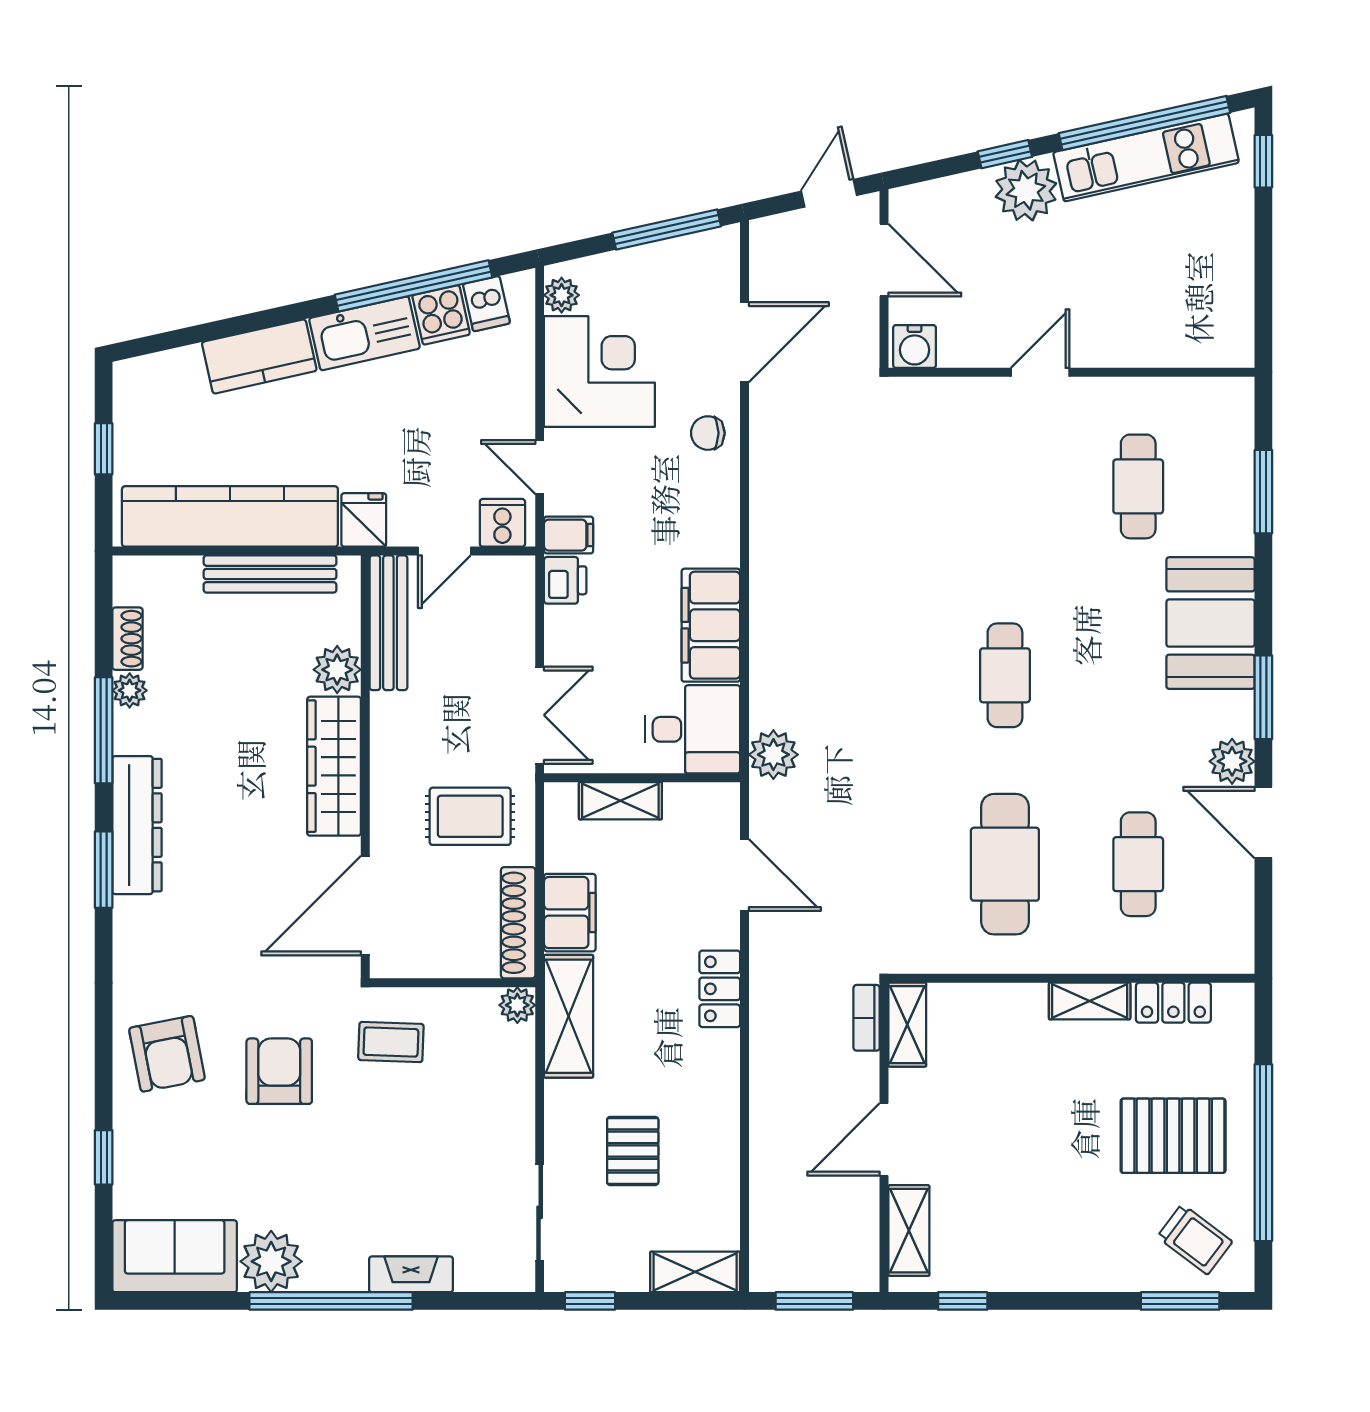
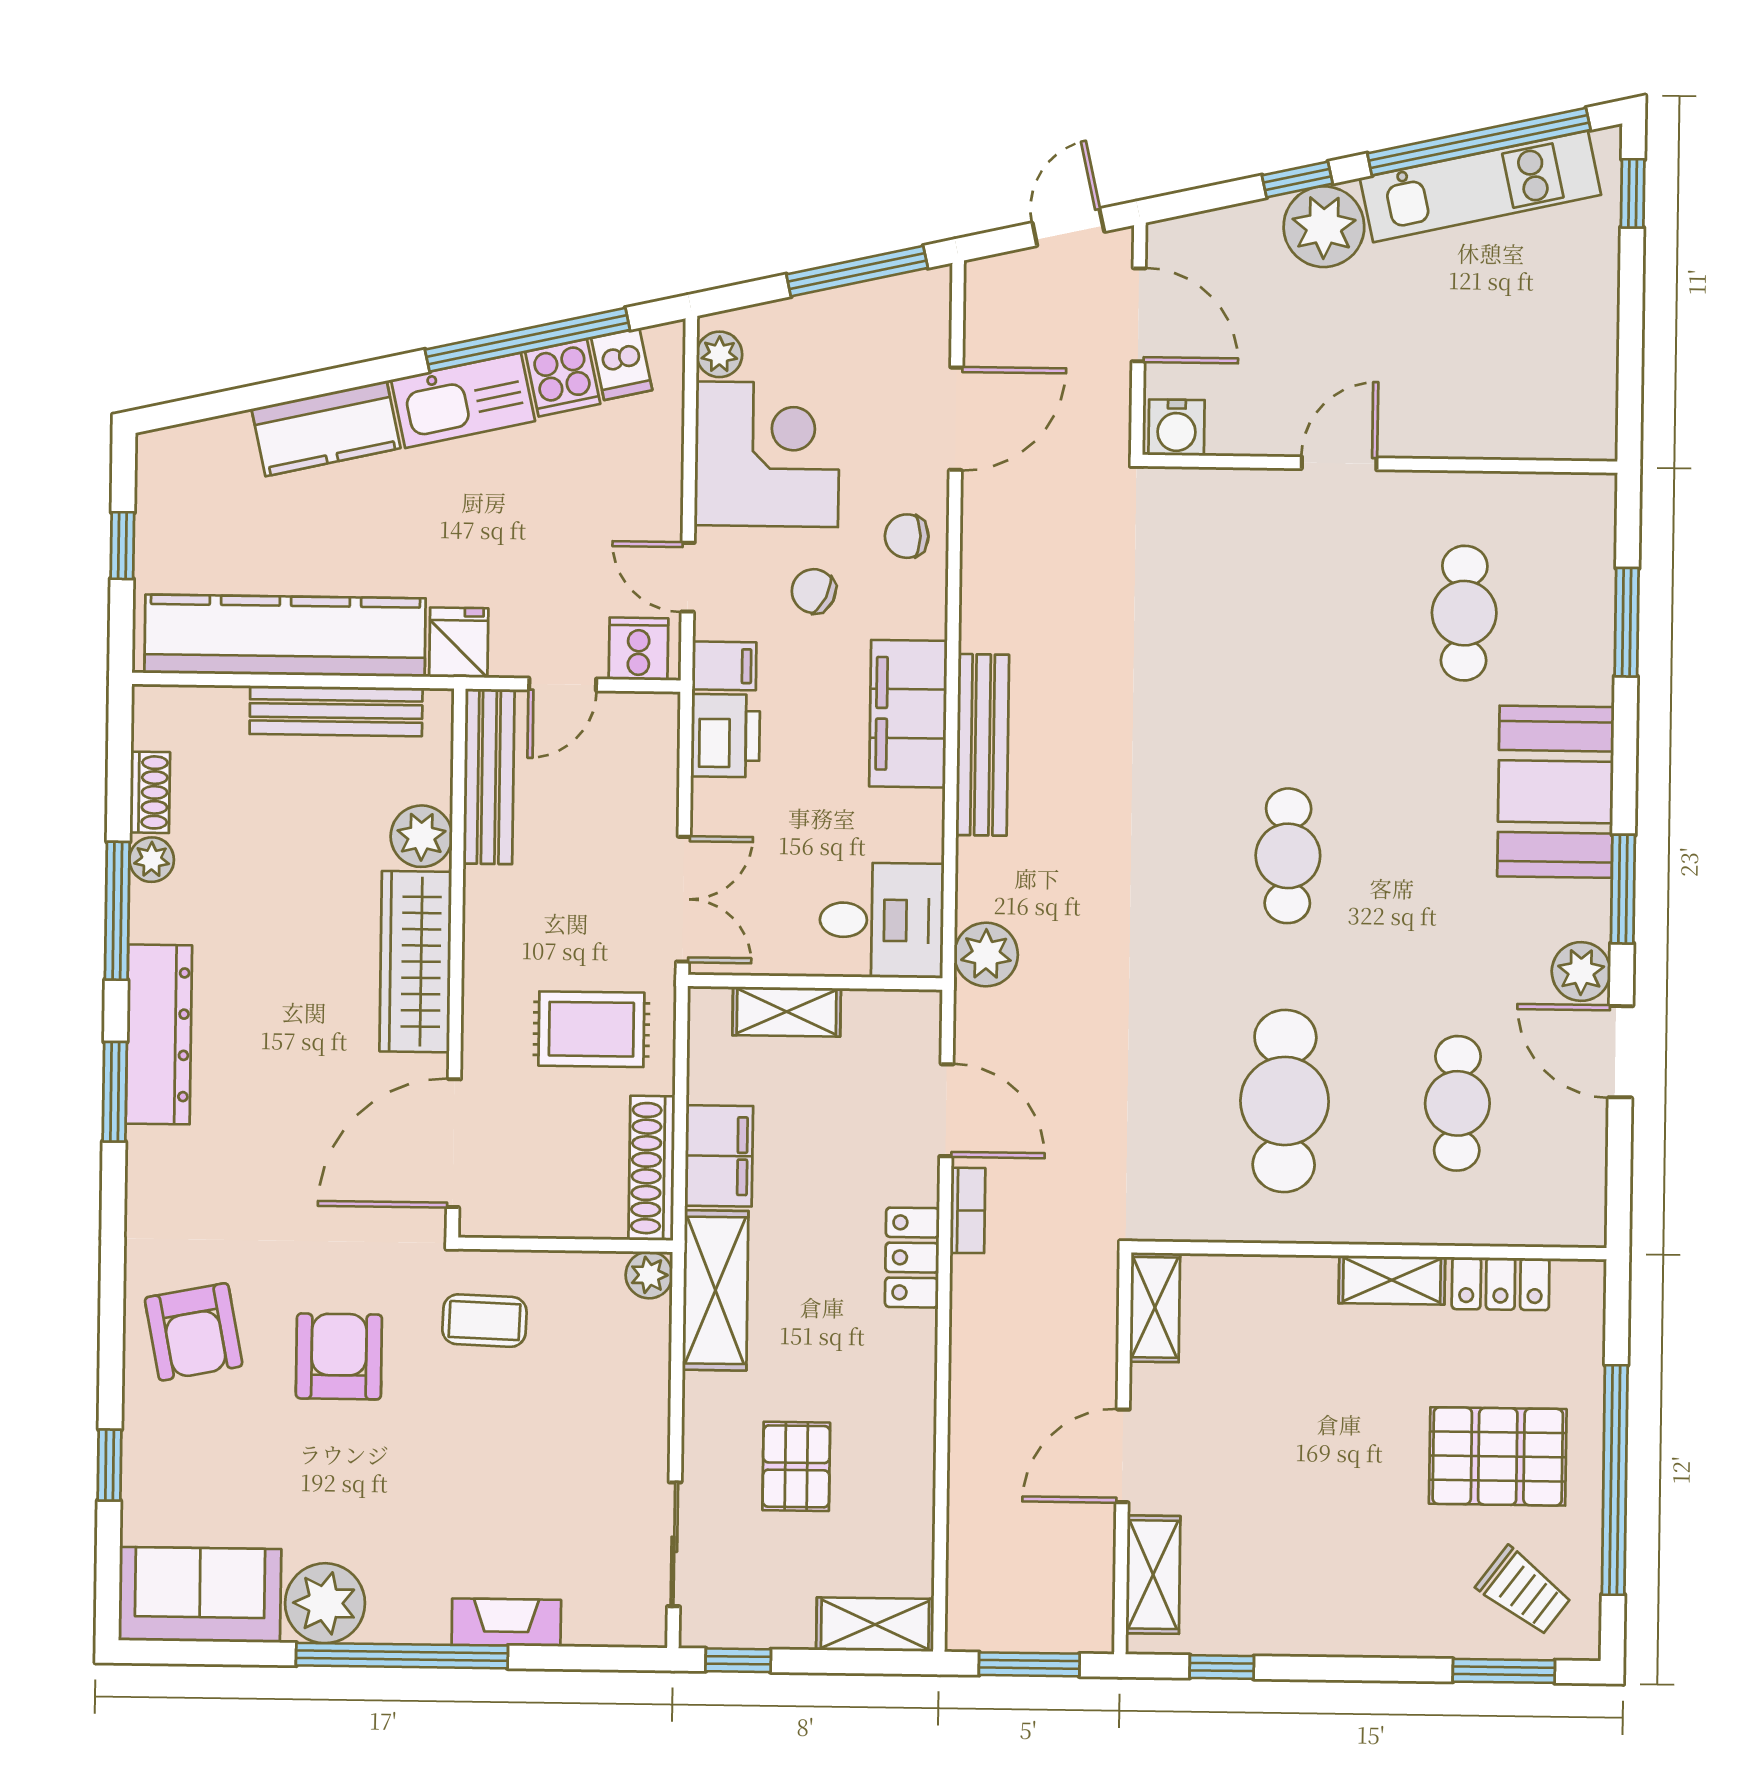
chair: (637, 476) -> (814, 591), added
printer: (565, 580) -> (725, 736), width x1.36, depth x1.24
bench: (768, 593) -> (982, 745), added
filing cabinet: (711, 625) -> (908, 714), moved
bookcase: (867, 1018) -> (968, 1210), moved, turned 180

